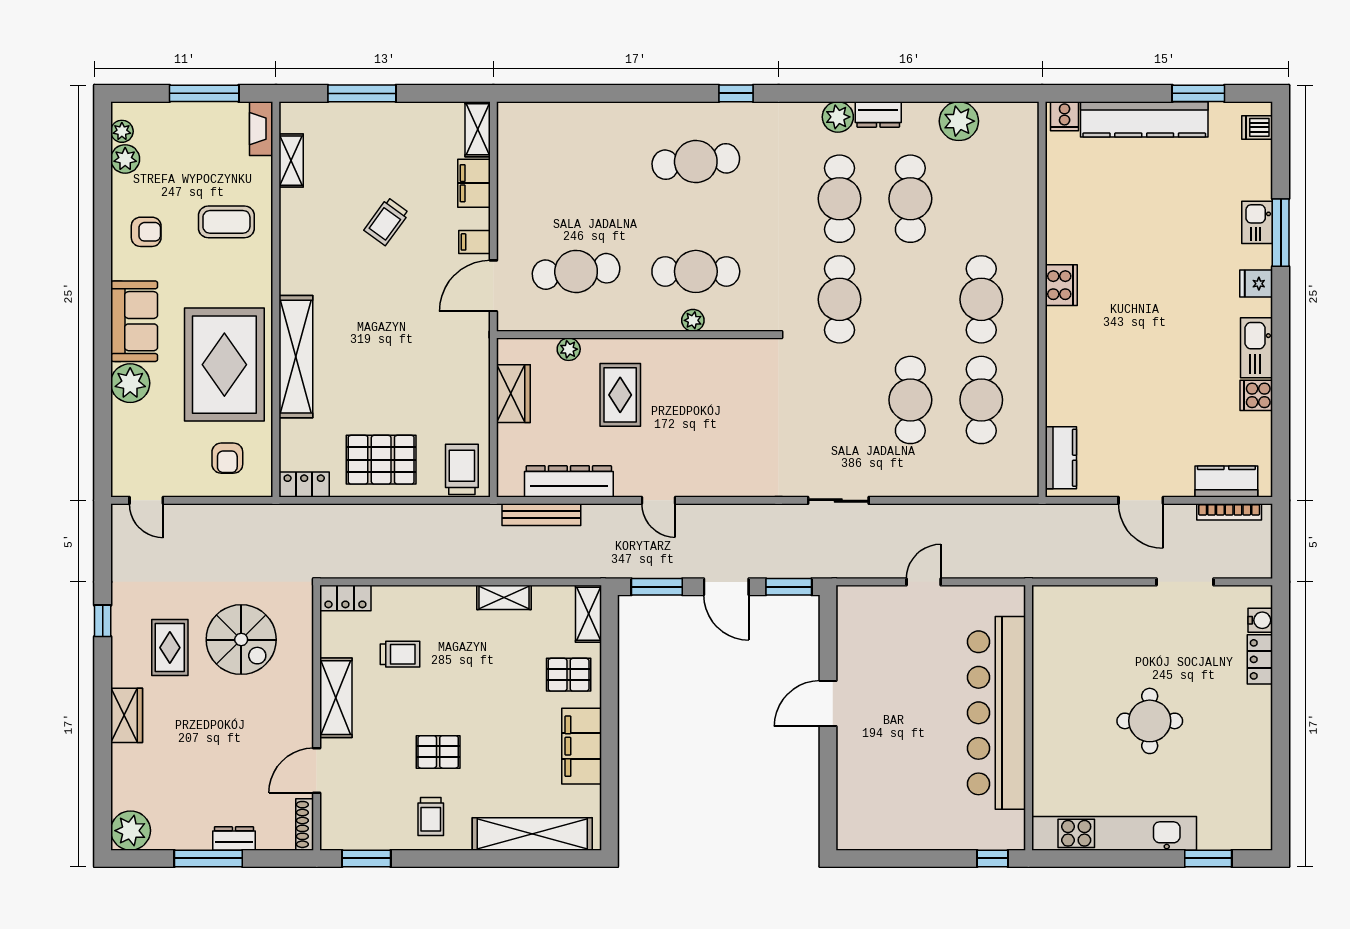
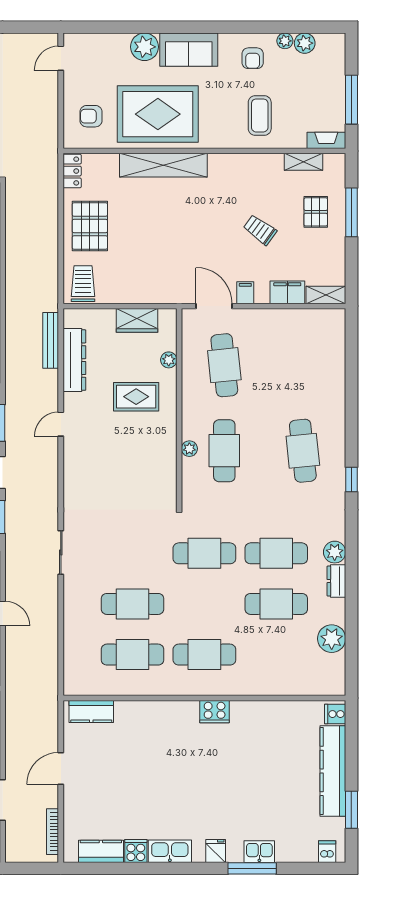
plant: (122, 131) -> (285, 41), moved
pallet: (361, 143) -> (316, 212), added
trolley: (462, 469) -> (83, 284), turned -90
kitchen counter: (1226, 481) -> (101, 851), moved, turned -90

